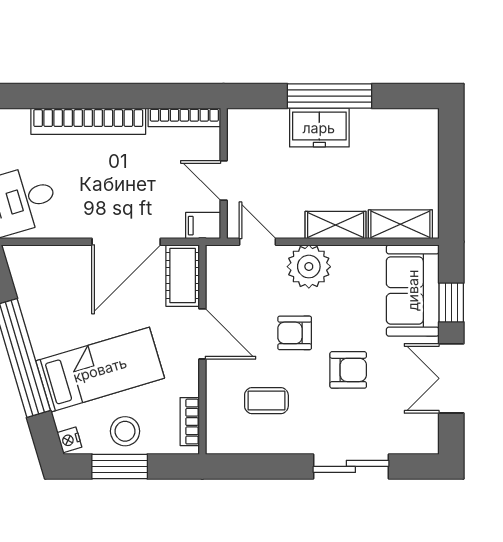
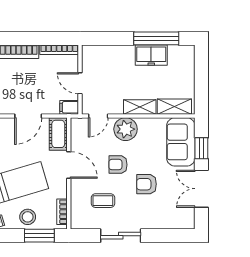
window: (329, 96) -> (156, 38), moved
freezer: (319, 128) -> (151, 55), moved
door: (126, 242) -> (28, 116), width x0.73
door: (258, 242) -> (98, 116), swing flipped
armchair: (348, 370) -> (146, 184), turned 180
window: (120, 466) -> (39, 236), moved
sliding door: (351, 466) -> (121, 236), moved

